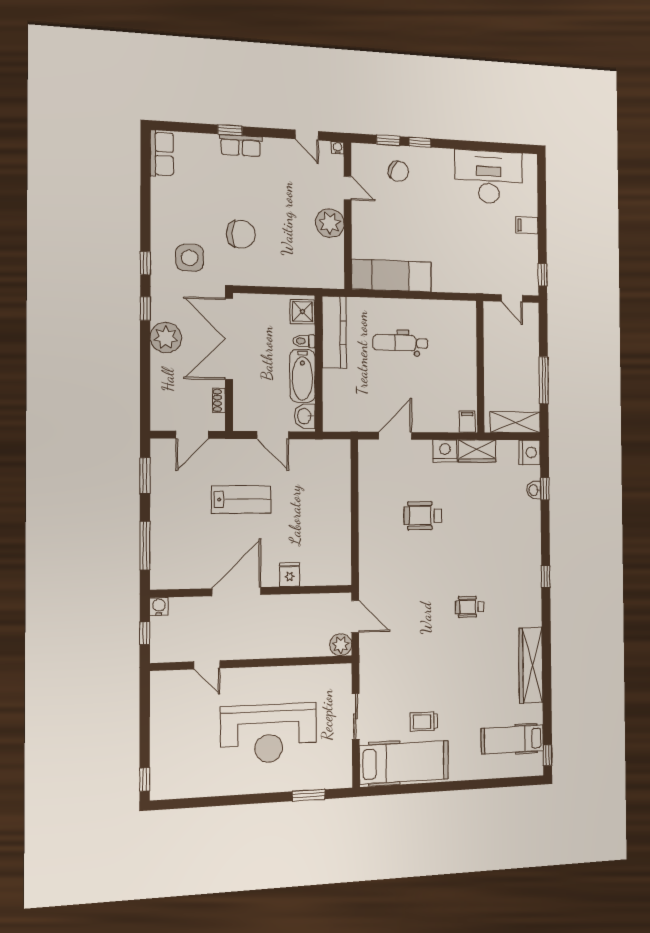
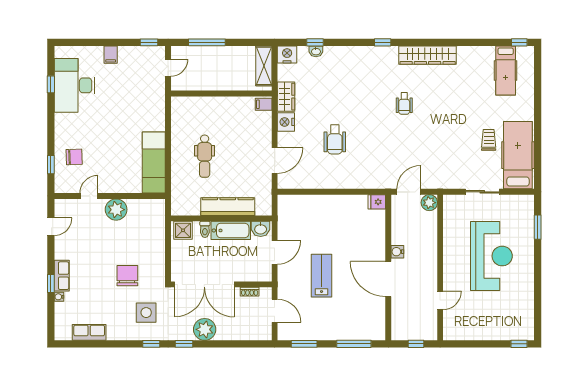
window: (420, 142) -> (51, 84), moved
water cooler: (338, 148) -> (59, 297), moved
row of seats: (162, 154) -> (89, 332), moved
chair: (398, 171) -> (74, 157), turned 63
kitchen counter: (334, 332) -> (228, 207), moved
window: (544, 380) -> (207, 42), moved
door: (395, 436) -> (275, 161), swing flipped
fridge: (290, 575) -> (377, 202), moved
water cooler: (159, 606) -> (397, 252), moved
wardrobe: (531, 665) -> (428, 55), moved
trolley: (424, 722) -> (489, 140), turned 180

